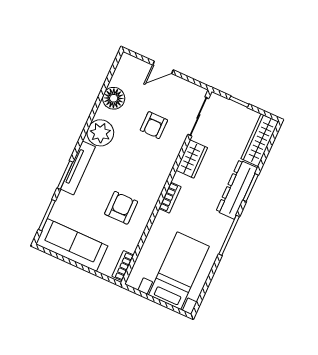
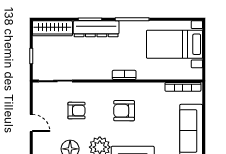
wardrobe: (192, 159) -> (89, 72), removed
armchair: (121, 208) -> (124, 111), moved
bookcase: (123, 266) -> (183, 87), width x1.56

